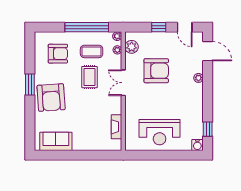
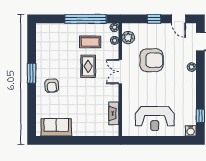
armchair: (58, 54) -> (58, 44), removed
armchair: (51, 97) -> (52, 86), width x0.53, depth x0.53

